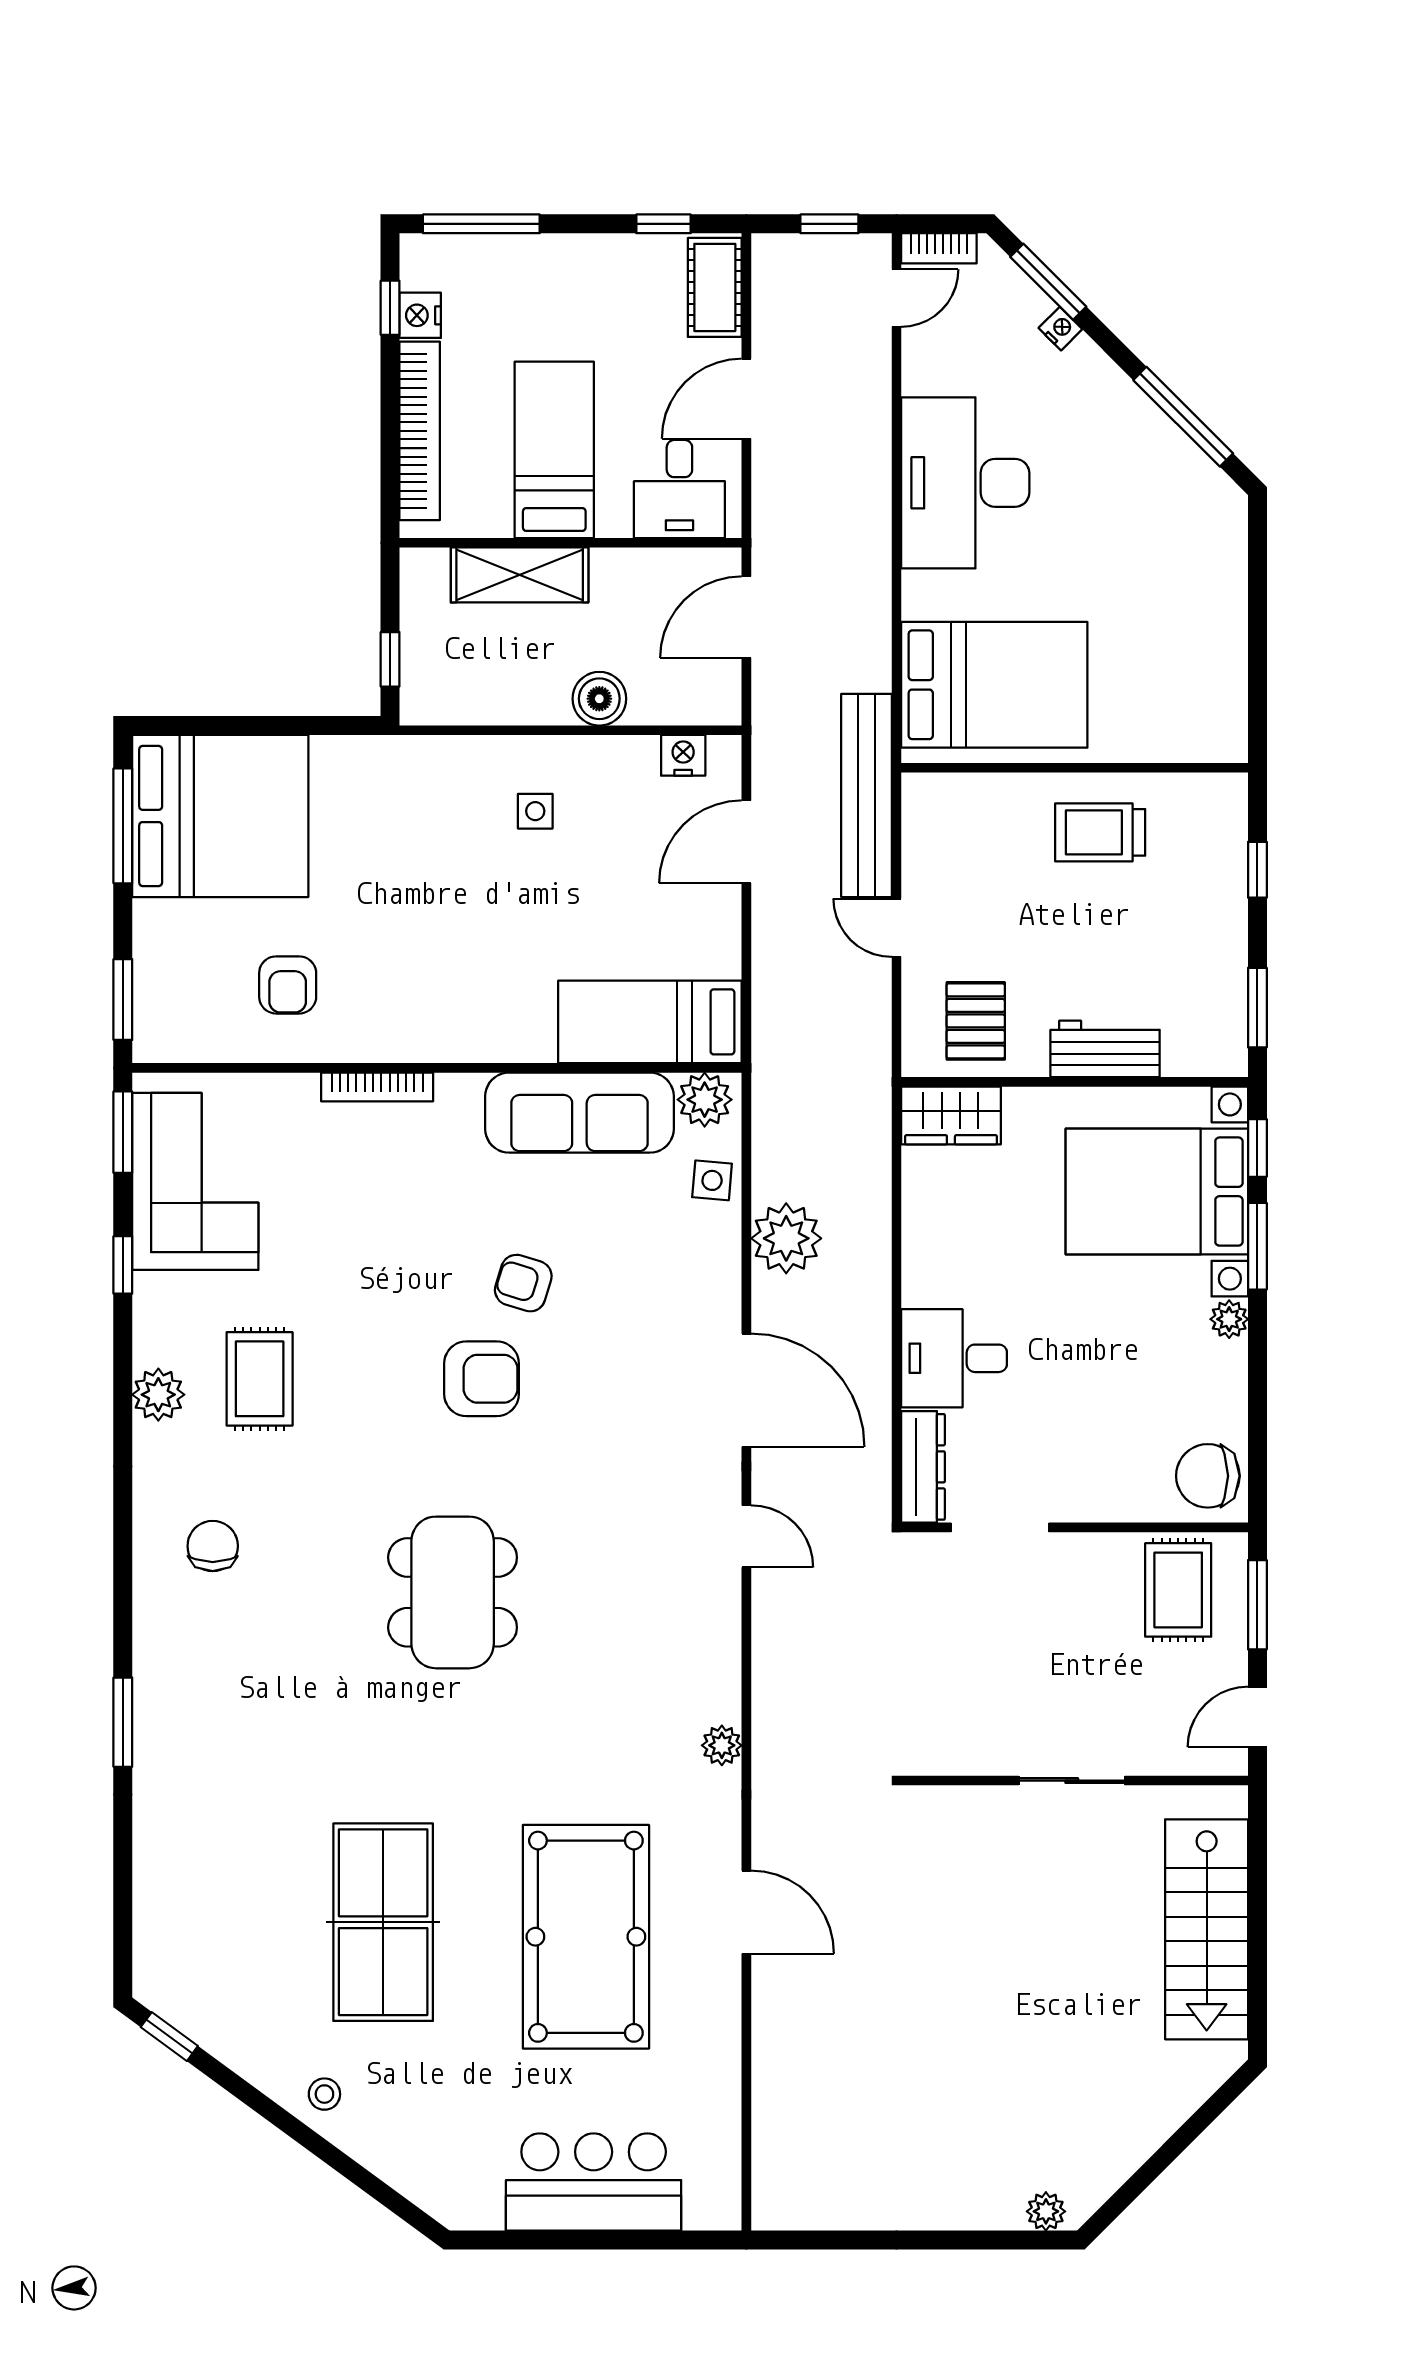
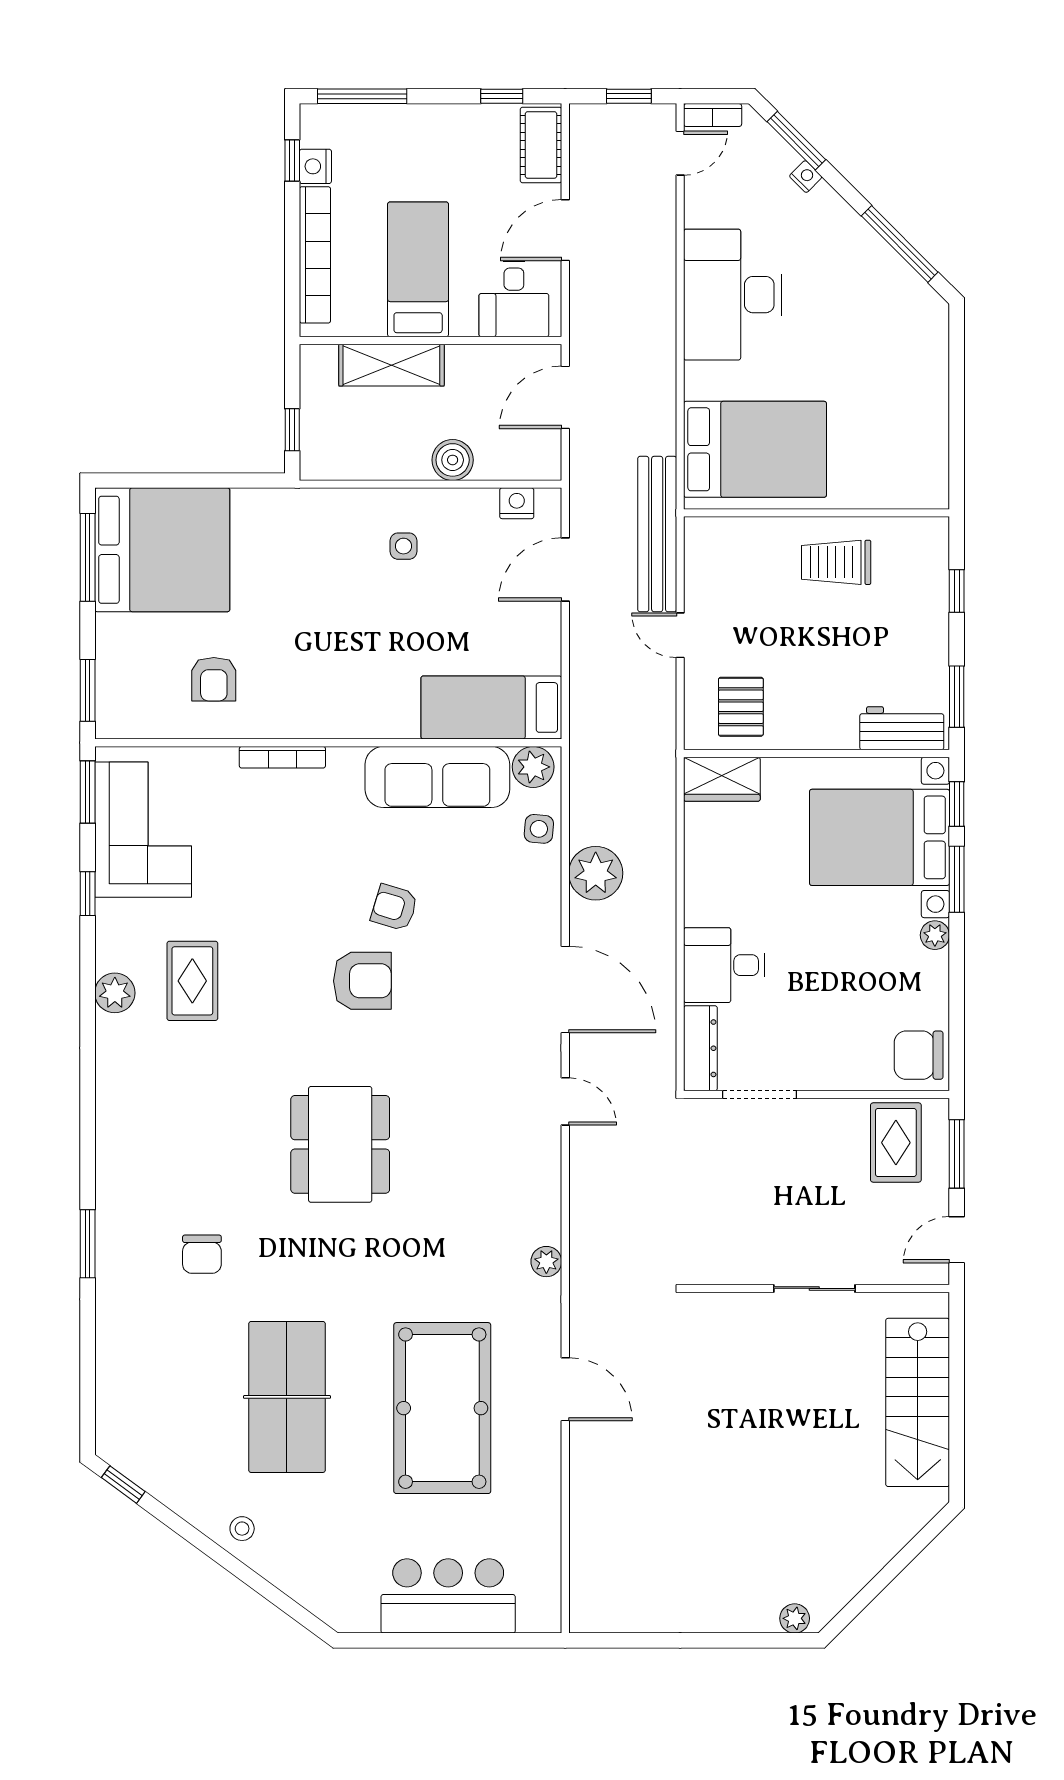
workbench: (1105, 1049) -> (902, 728), moved
chair: (213, 1546) -> (202, 1254), moved, turned 180

